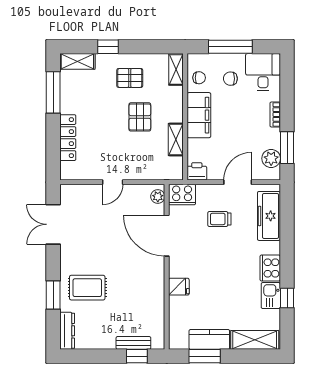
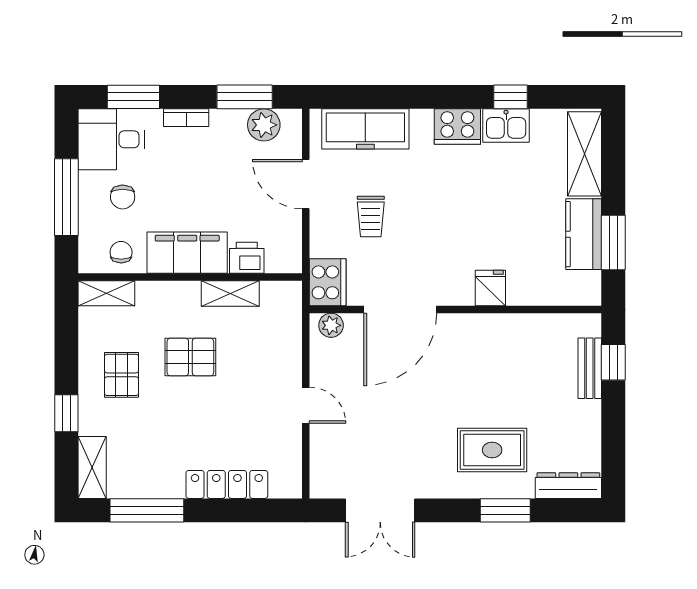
window: (287, 85) -> (133, 97), added
printer: (197, 171) -> (247, 258), moved, turned 90
rug: (87, 288) -> (492, 450), turned 90

